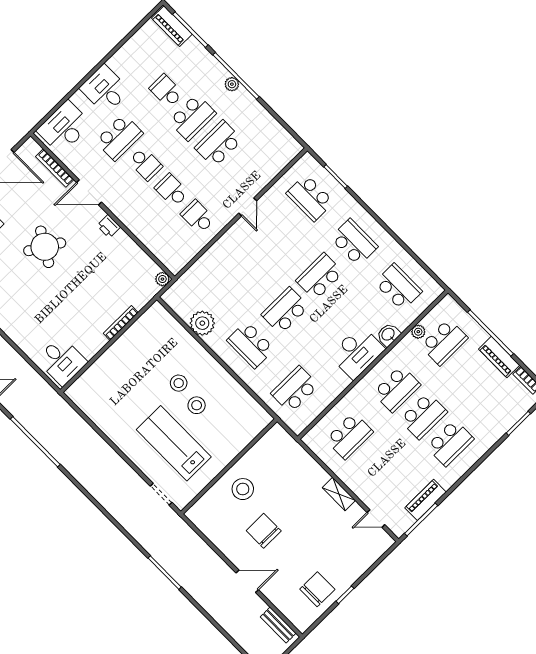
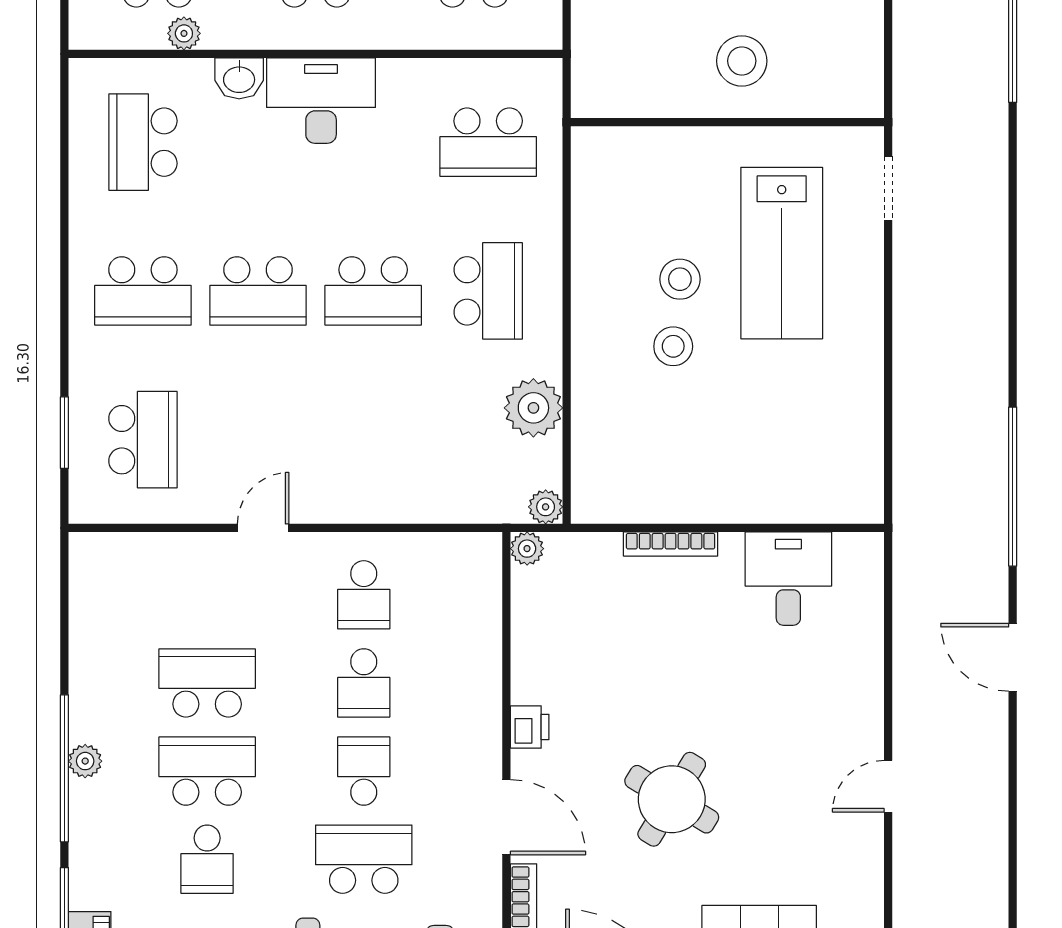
school desk: (219, 144) -> (207, 683), turned 180
school desk: (354, 242) -> (143, 291), turned -90
plant: (169, 297) -> (546, 507), added
desk: (62, 361) -> (788, 579), moved

